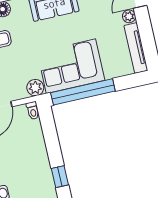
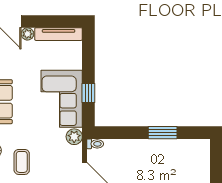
window: (83, 92) -> (88, 93), width x0.32
window: (60, 177) -> (163, 133), width x1.50

